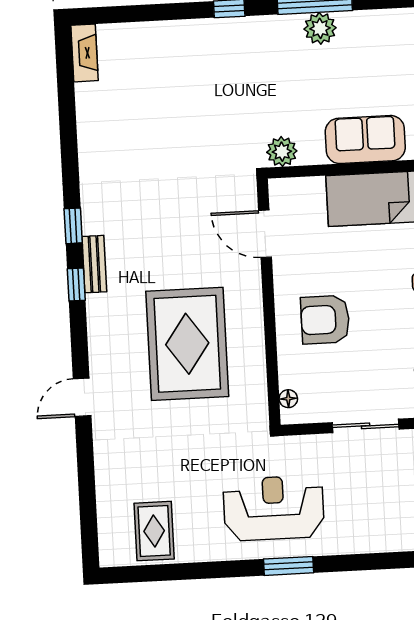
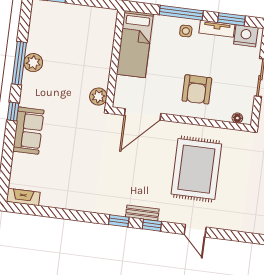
sofa: (365, 140) -> (28, 131), moved, turned 180
door: (265, 234) -> (143, 114), width x1.36
rug: (187, 344) -> (196, 169), turned 90
door: (82, 397) -> (195, 231), moved

